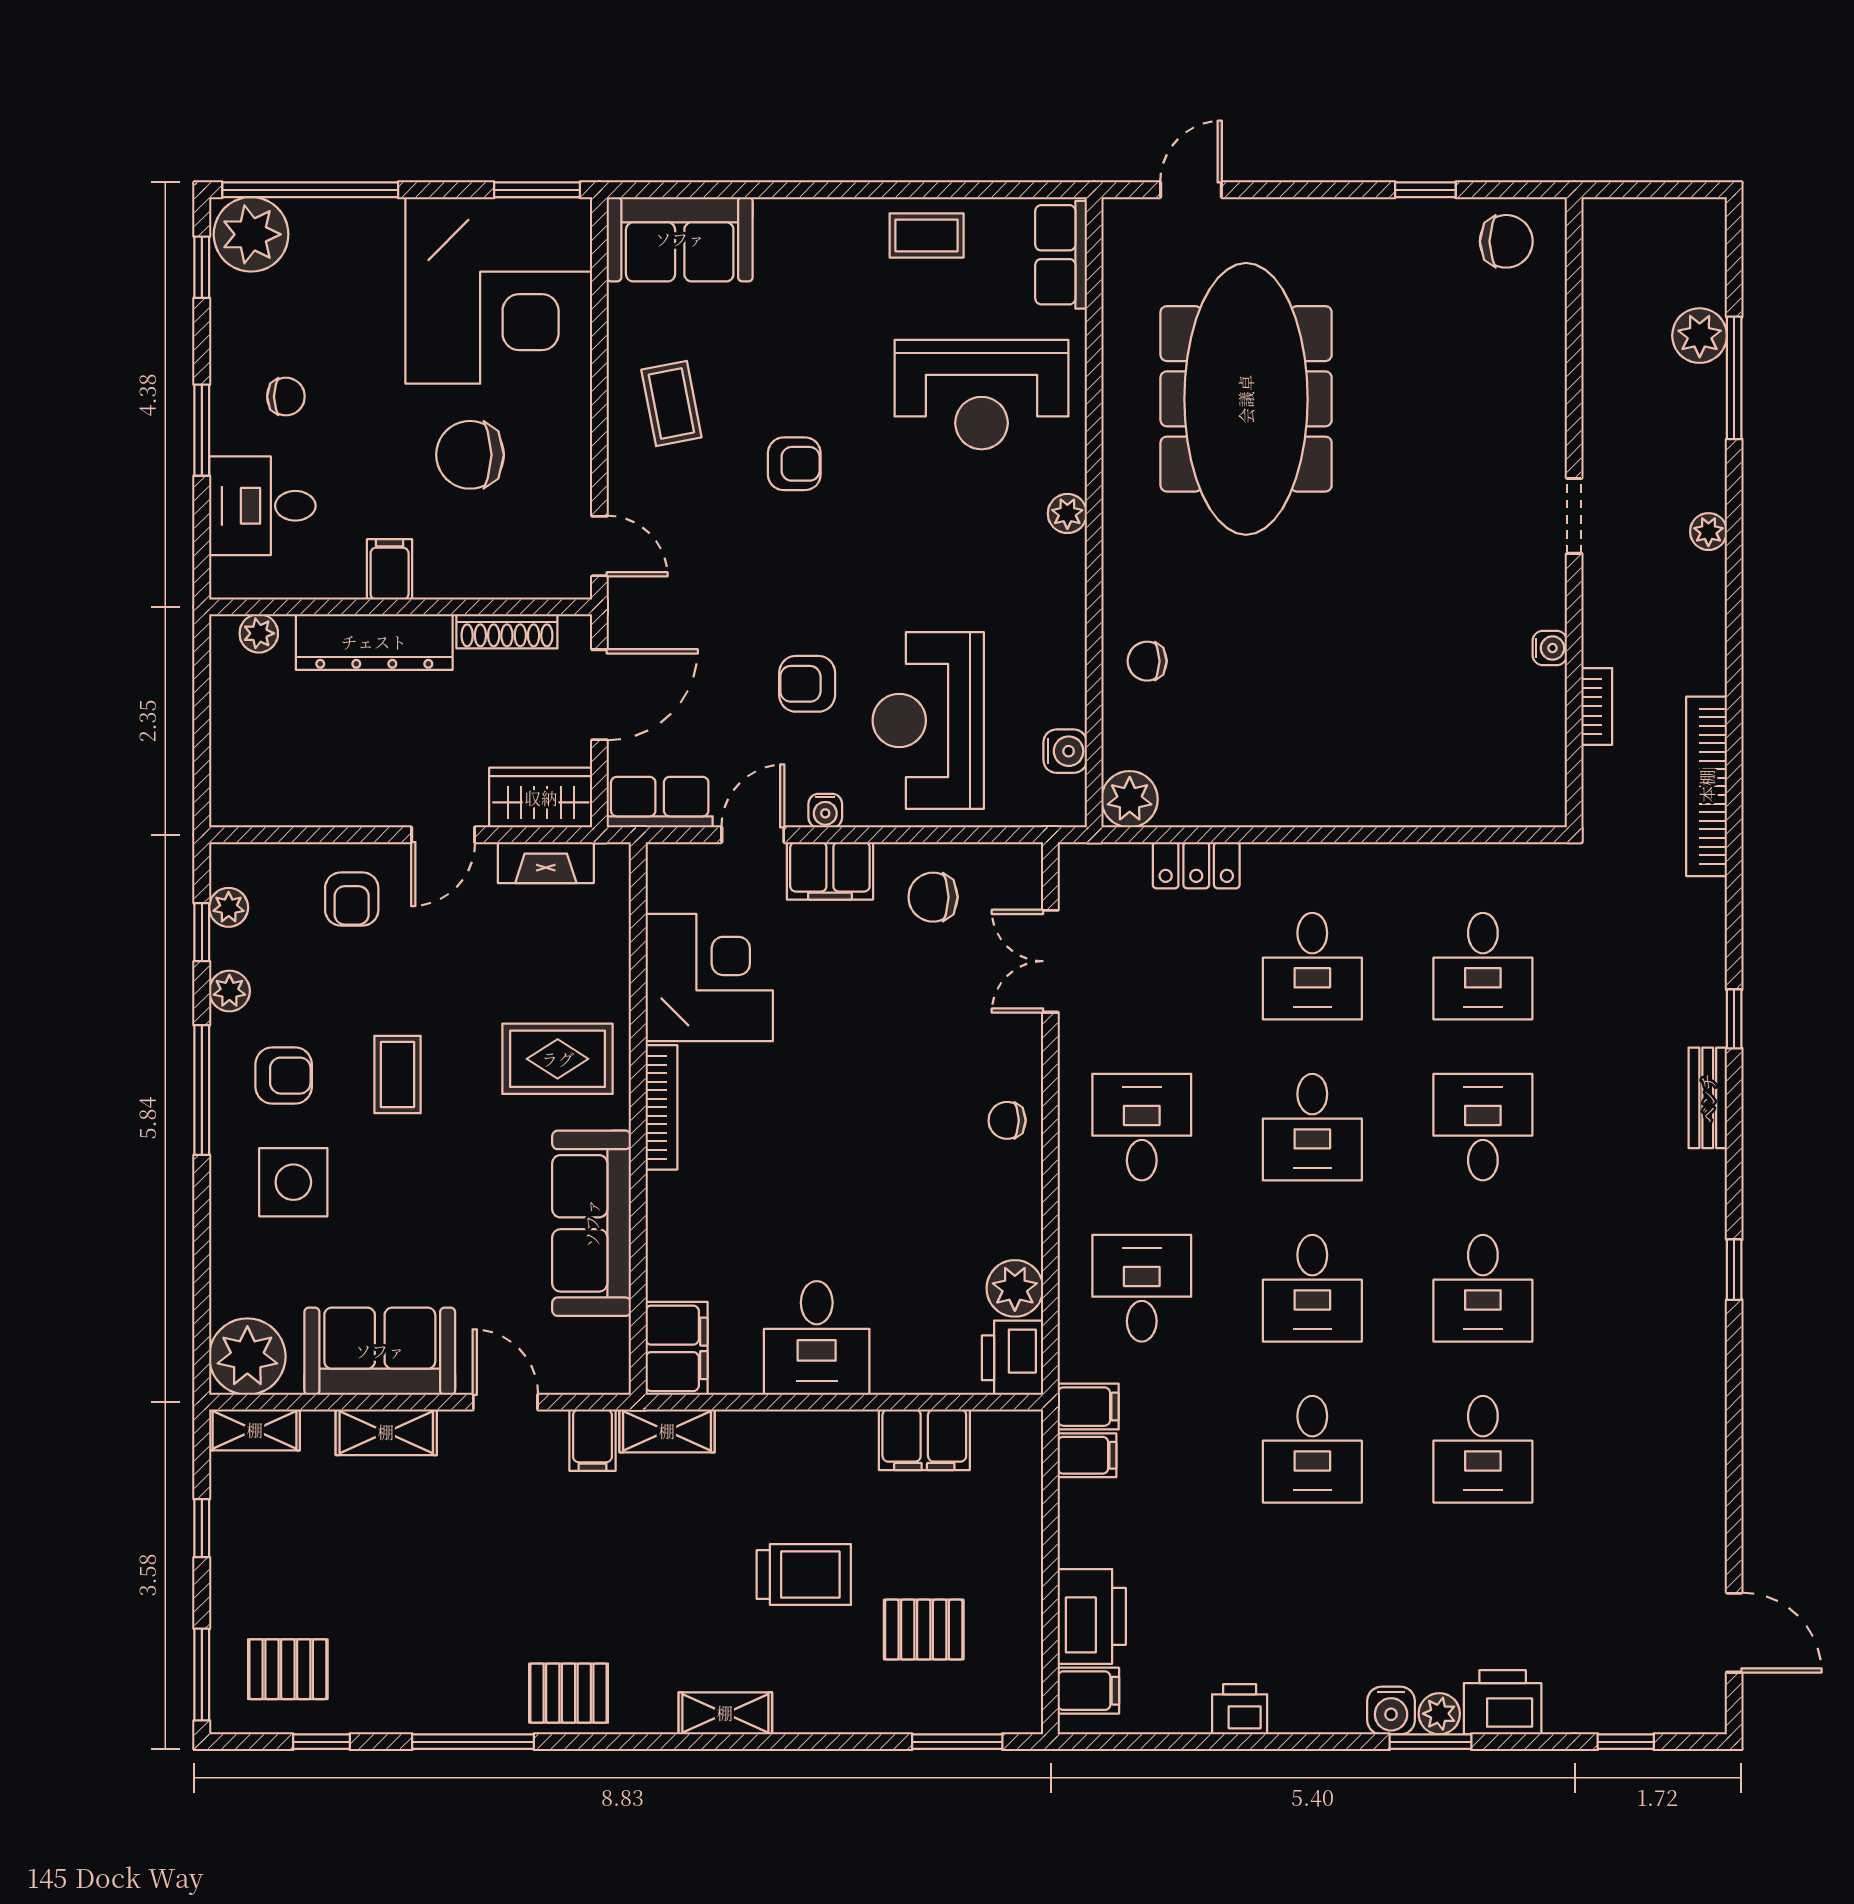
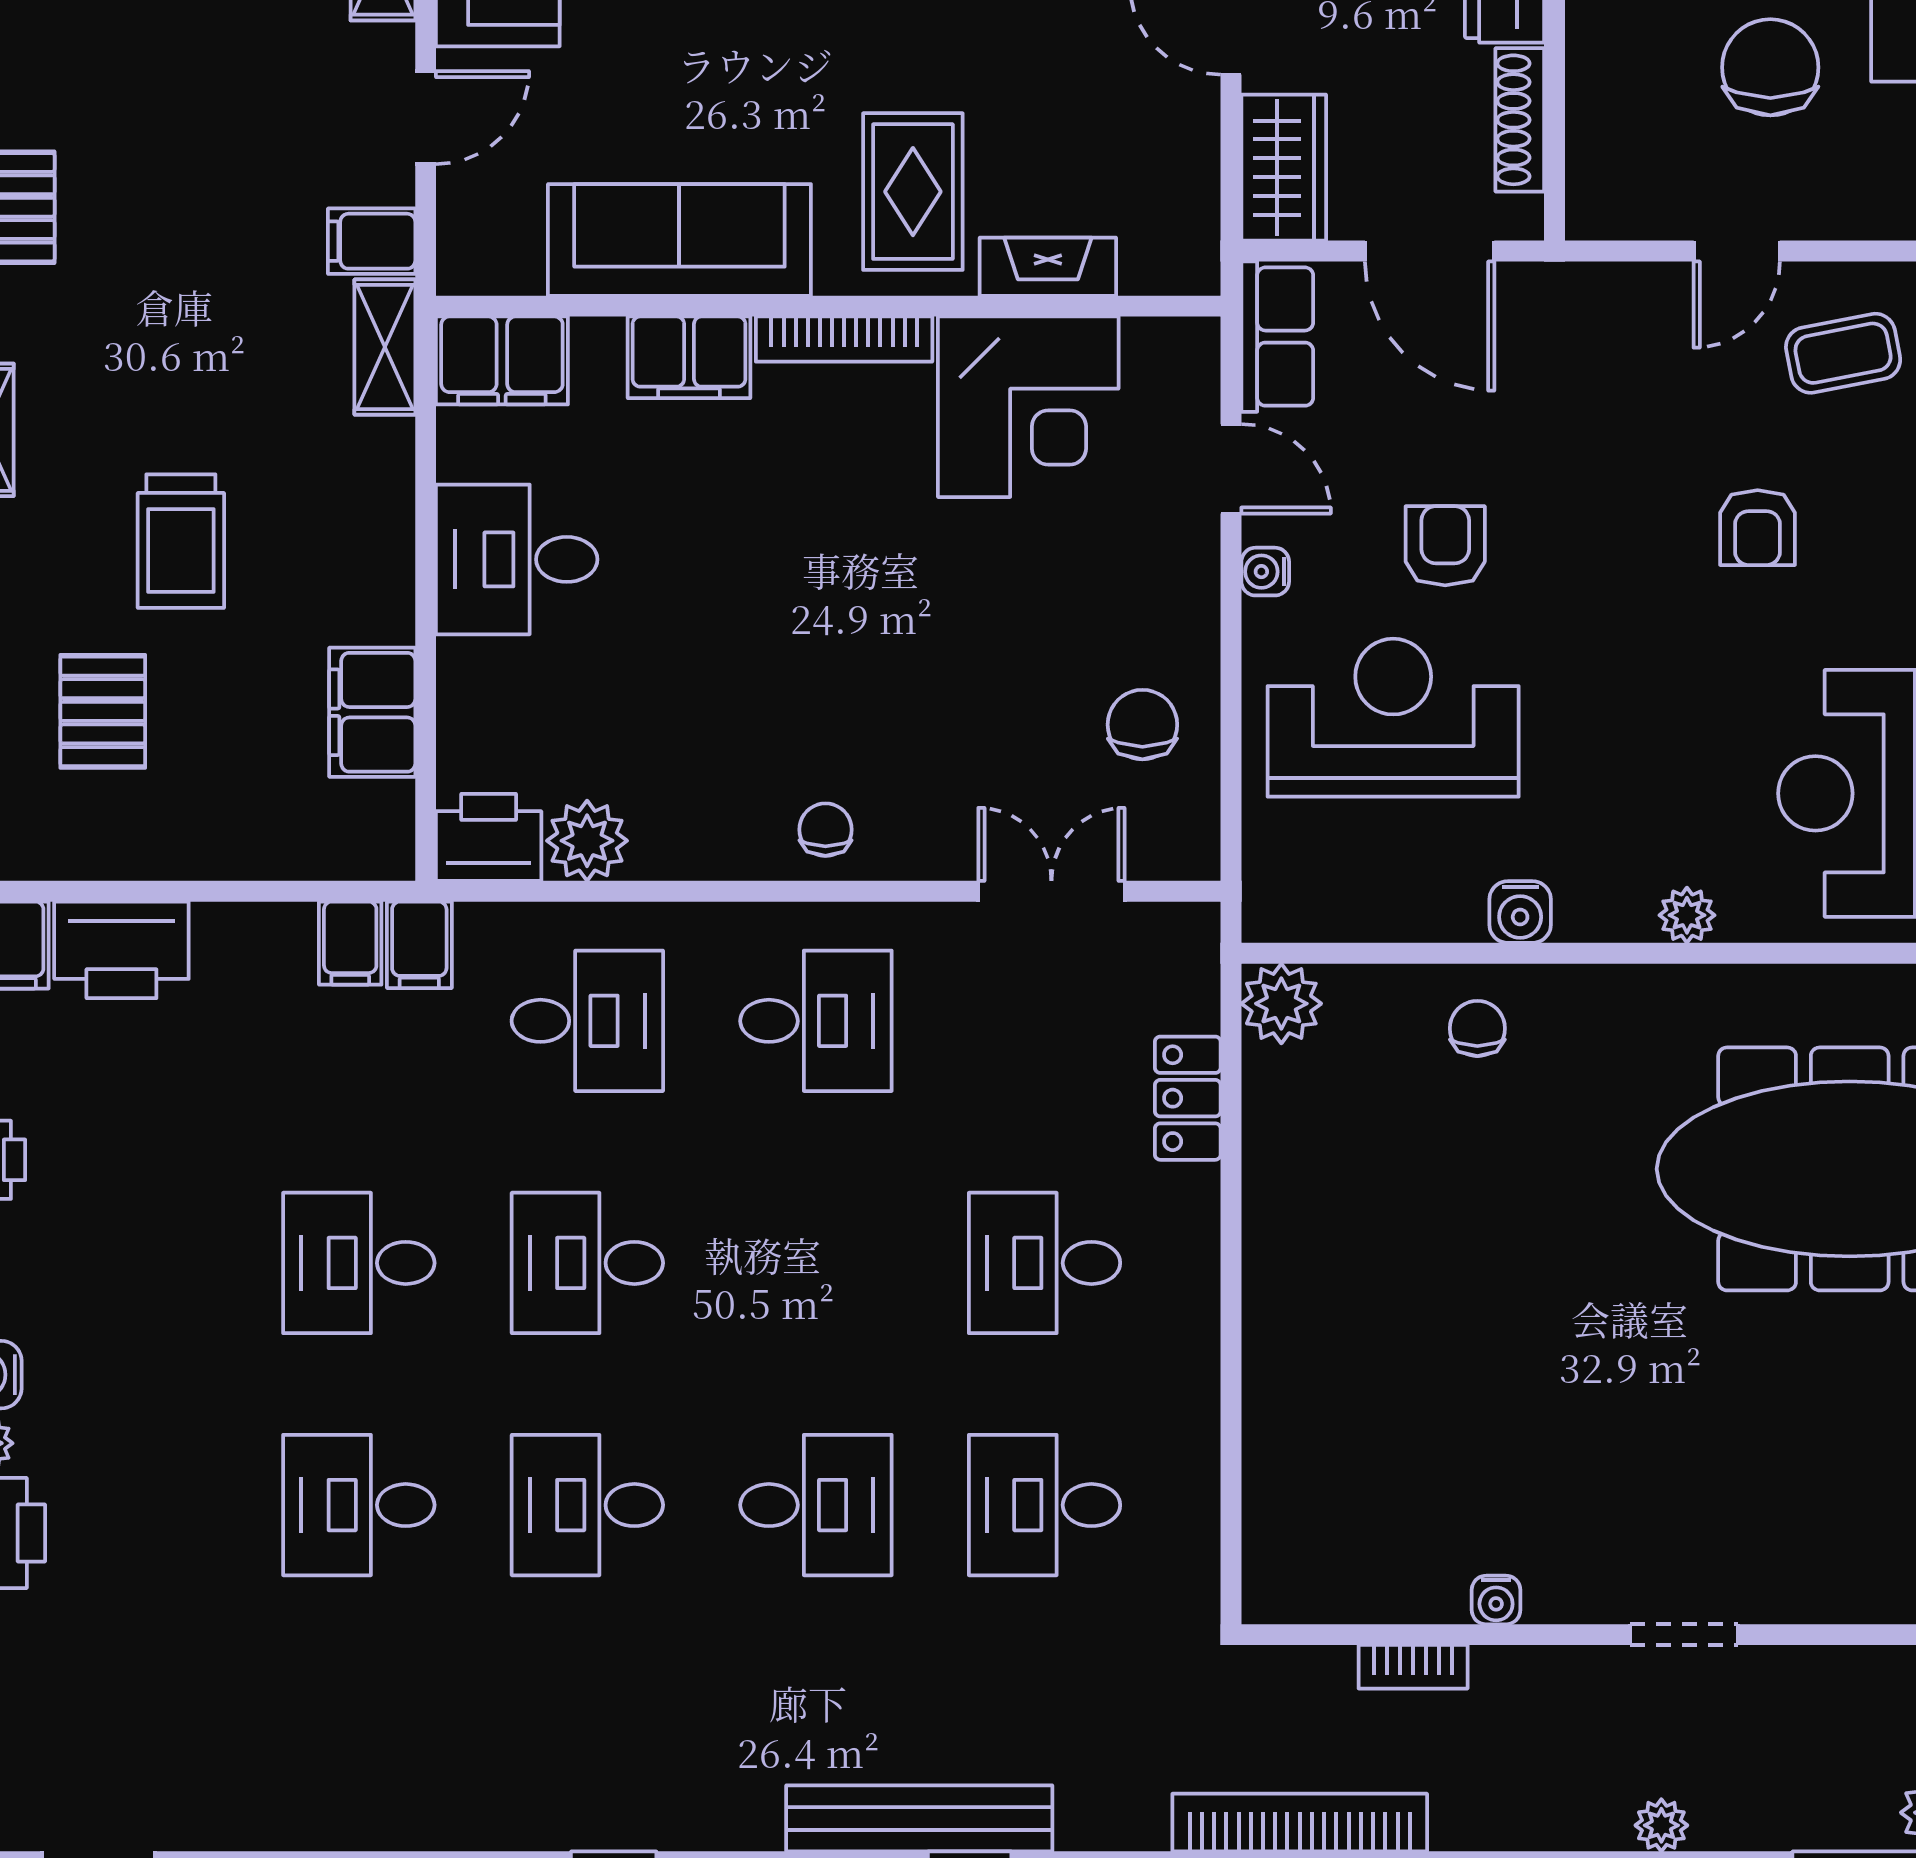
door: (599, 546) -> (1737, 251), moved
water cooler: (1065, 751) -> (1520, 912), moved
fireplace: (546, 863) -> (1048, 267), moved, turned 90
filing cabinet: (830, 871) -> (689, 357), moved, turned -90
bench: (1708, 1098) -> (919, 1818), width x1.86, depth x1.21
desk: (1312, 1127) -> (816, 1263), removed

